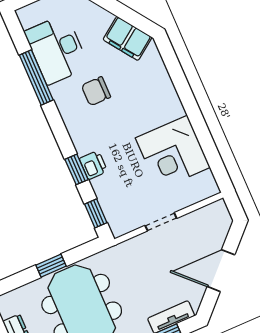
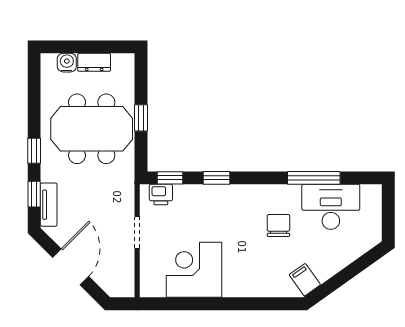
filing cabinet: (127, 38) -> (305, 280), width x0.50
printer: (93, 165) -> (161, 195), moved

